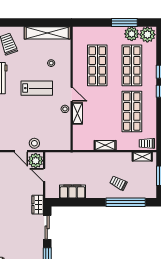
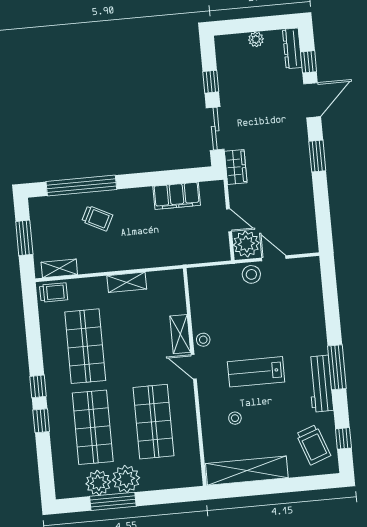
plant: (147, 35) -> (126, 479), moved

